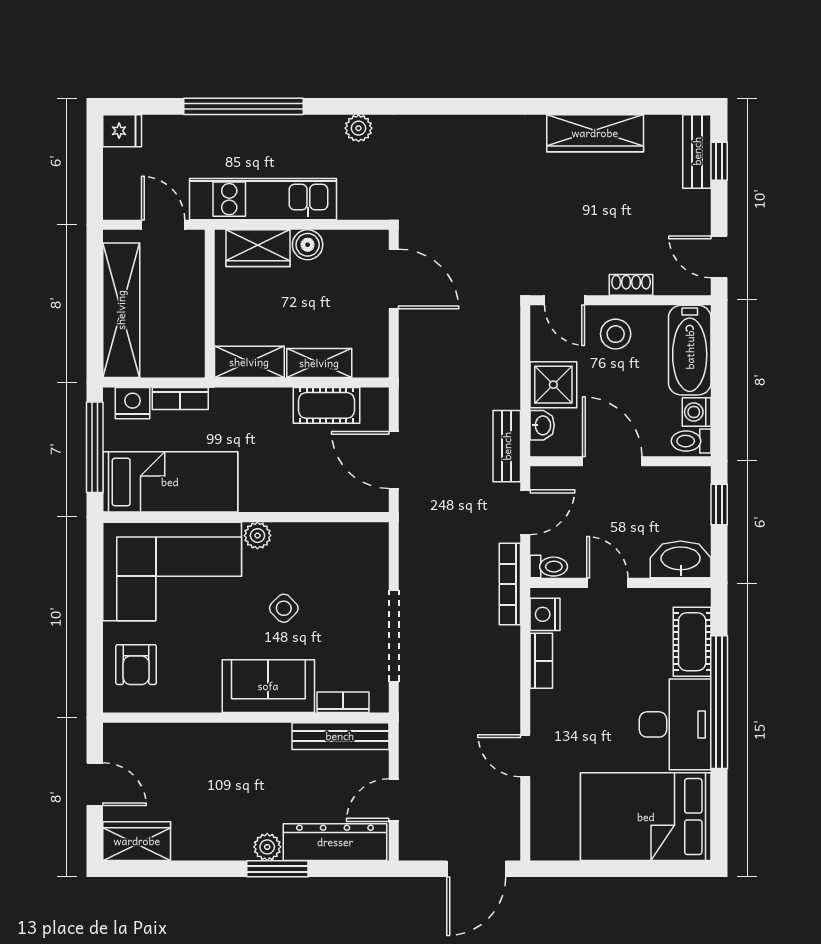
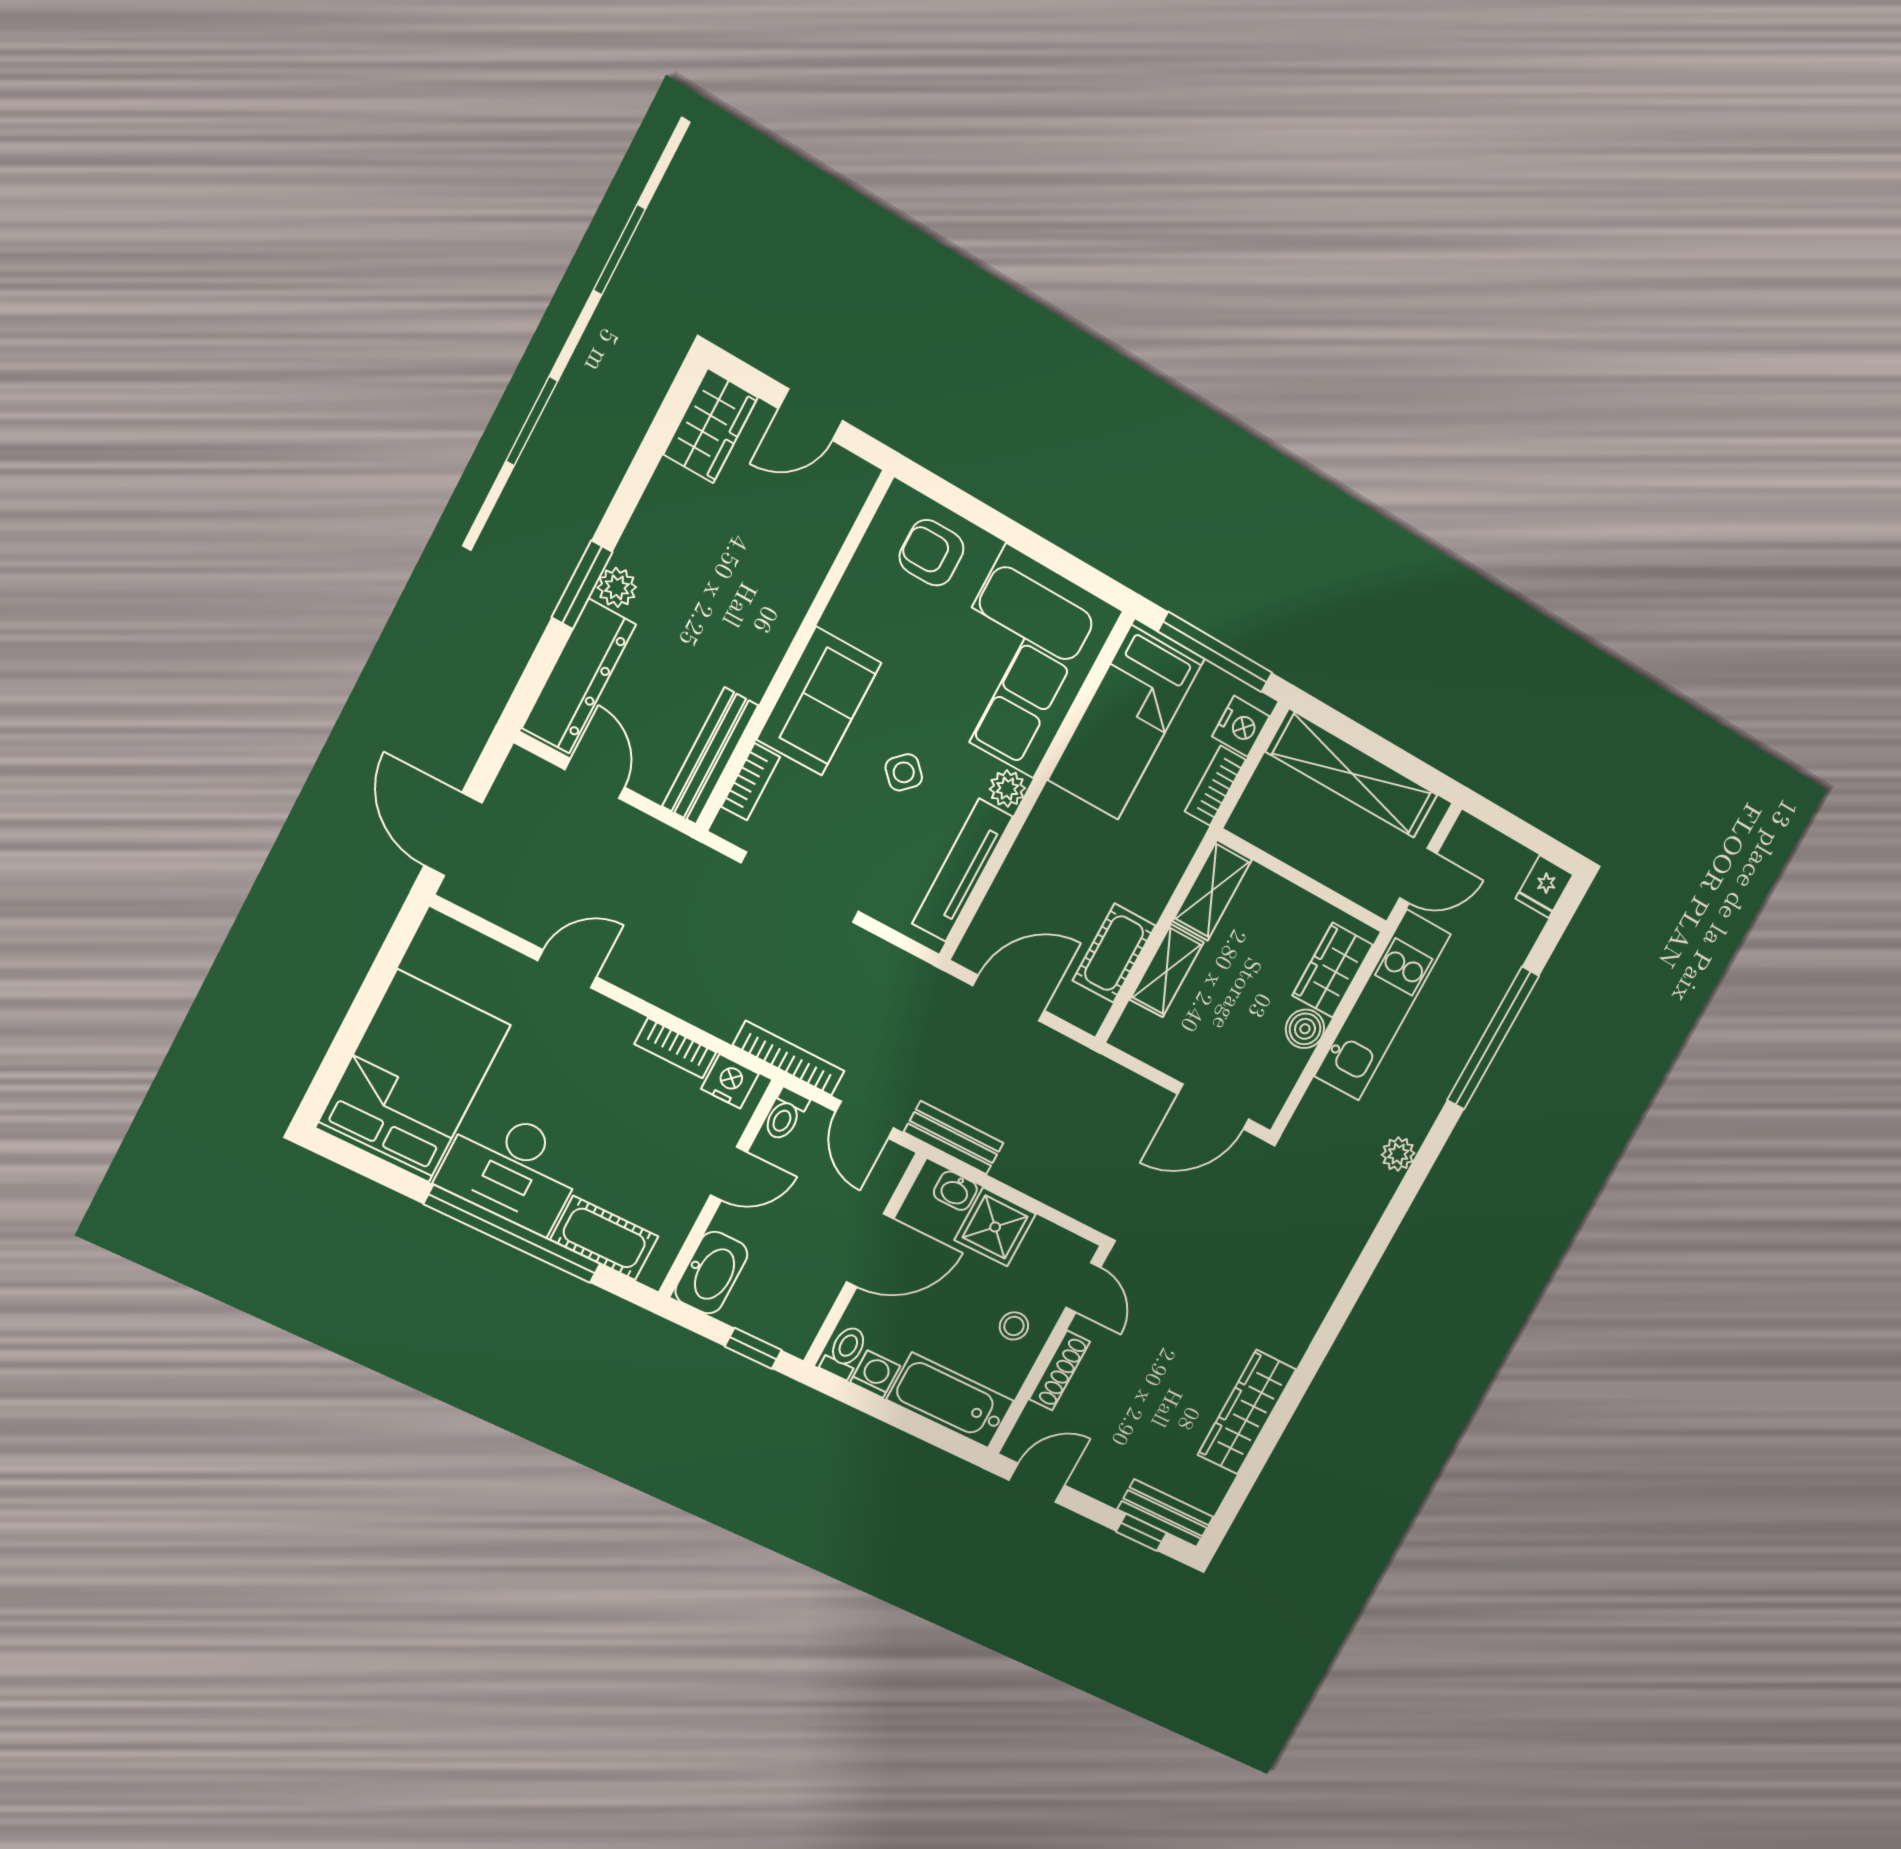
shoe rack: (631, 285) -> (1060, 1370), width x1.43
door: (565, 300) -> (1083, 1287), swing flipped
stool: (616, 334) -> (1014, 1326), width x0.73, depth x0.73
tv unit: (326, 536) -> (962, 870), added

